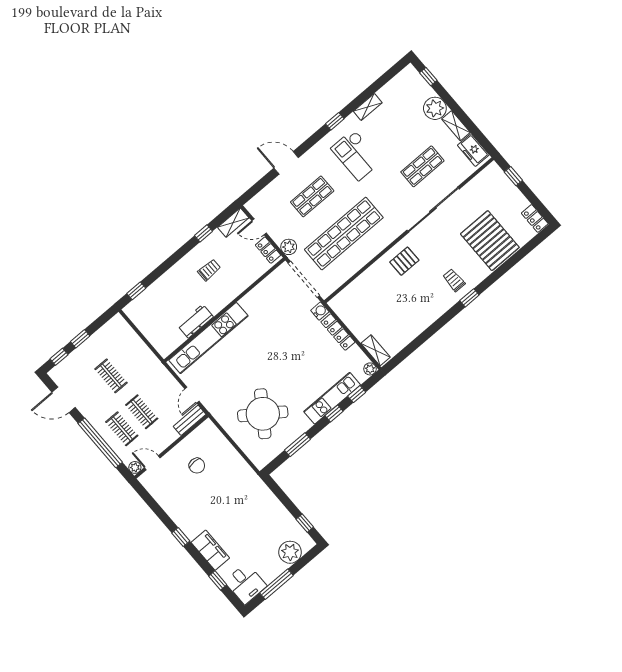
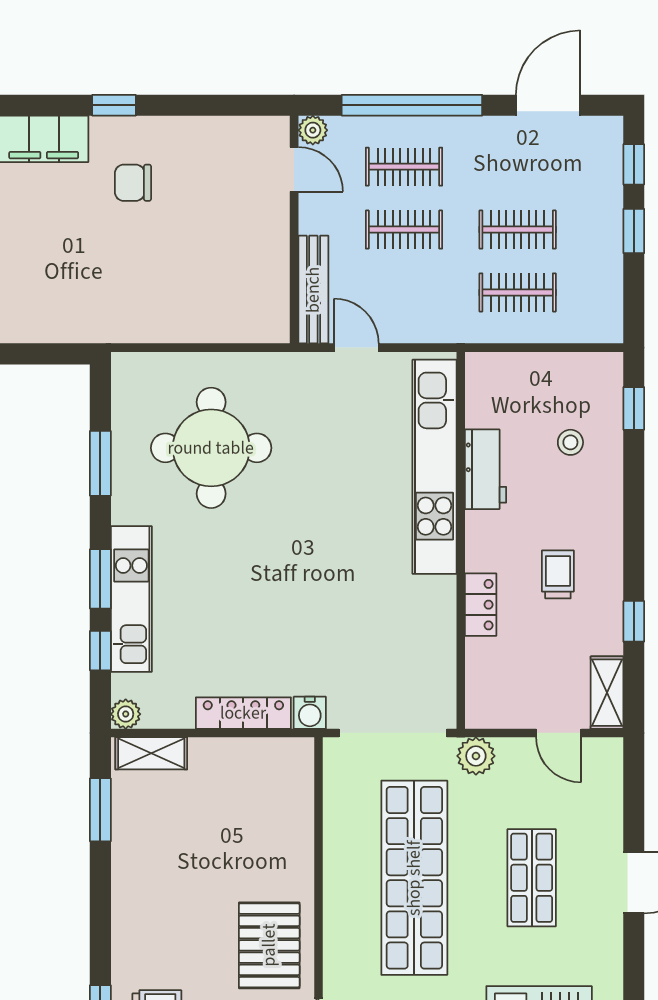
door: (259, 227) -> (559, 733), swing flipped
locker: (268, 250) -> (481, 605), moved, turned 90
pallet: (404, 261) -> (269, 945), width x1.50, depth x1.42
trolley: (209, 270) -> (558, 574), turned 180
stool: (164, 302) -> (570, 442), added
window: (407, 351) -> (100, 810), added
clothes rail: (131, 359) -> (518, 292), added
window: (334, 413) -> (100, 579), width x1.50
round table: (263, 414) -> (211, 448), turned -35
bench: (190, 420) -> (313, 290), width x1.36
door: (152, 463) -> (294, 169), hinge flipped
chair: (197, 466) -> (133, 183), moved

